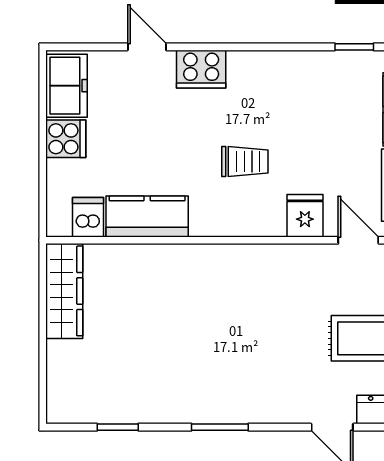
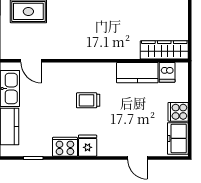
cooker: (201, 69) -> (65, 147), moved
fridge: (305, 216) -> (88, 146), moved, turned 180
wardrobe: (64, 291) -> (164, 50), moved, turned 90

